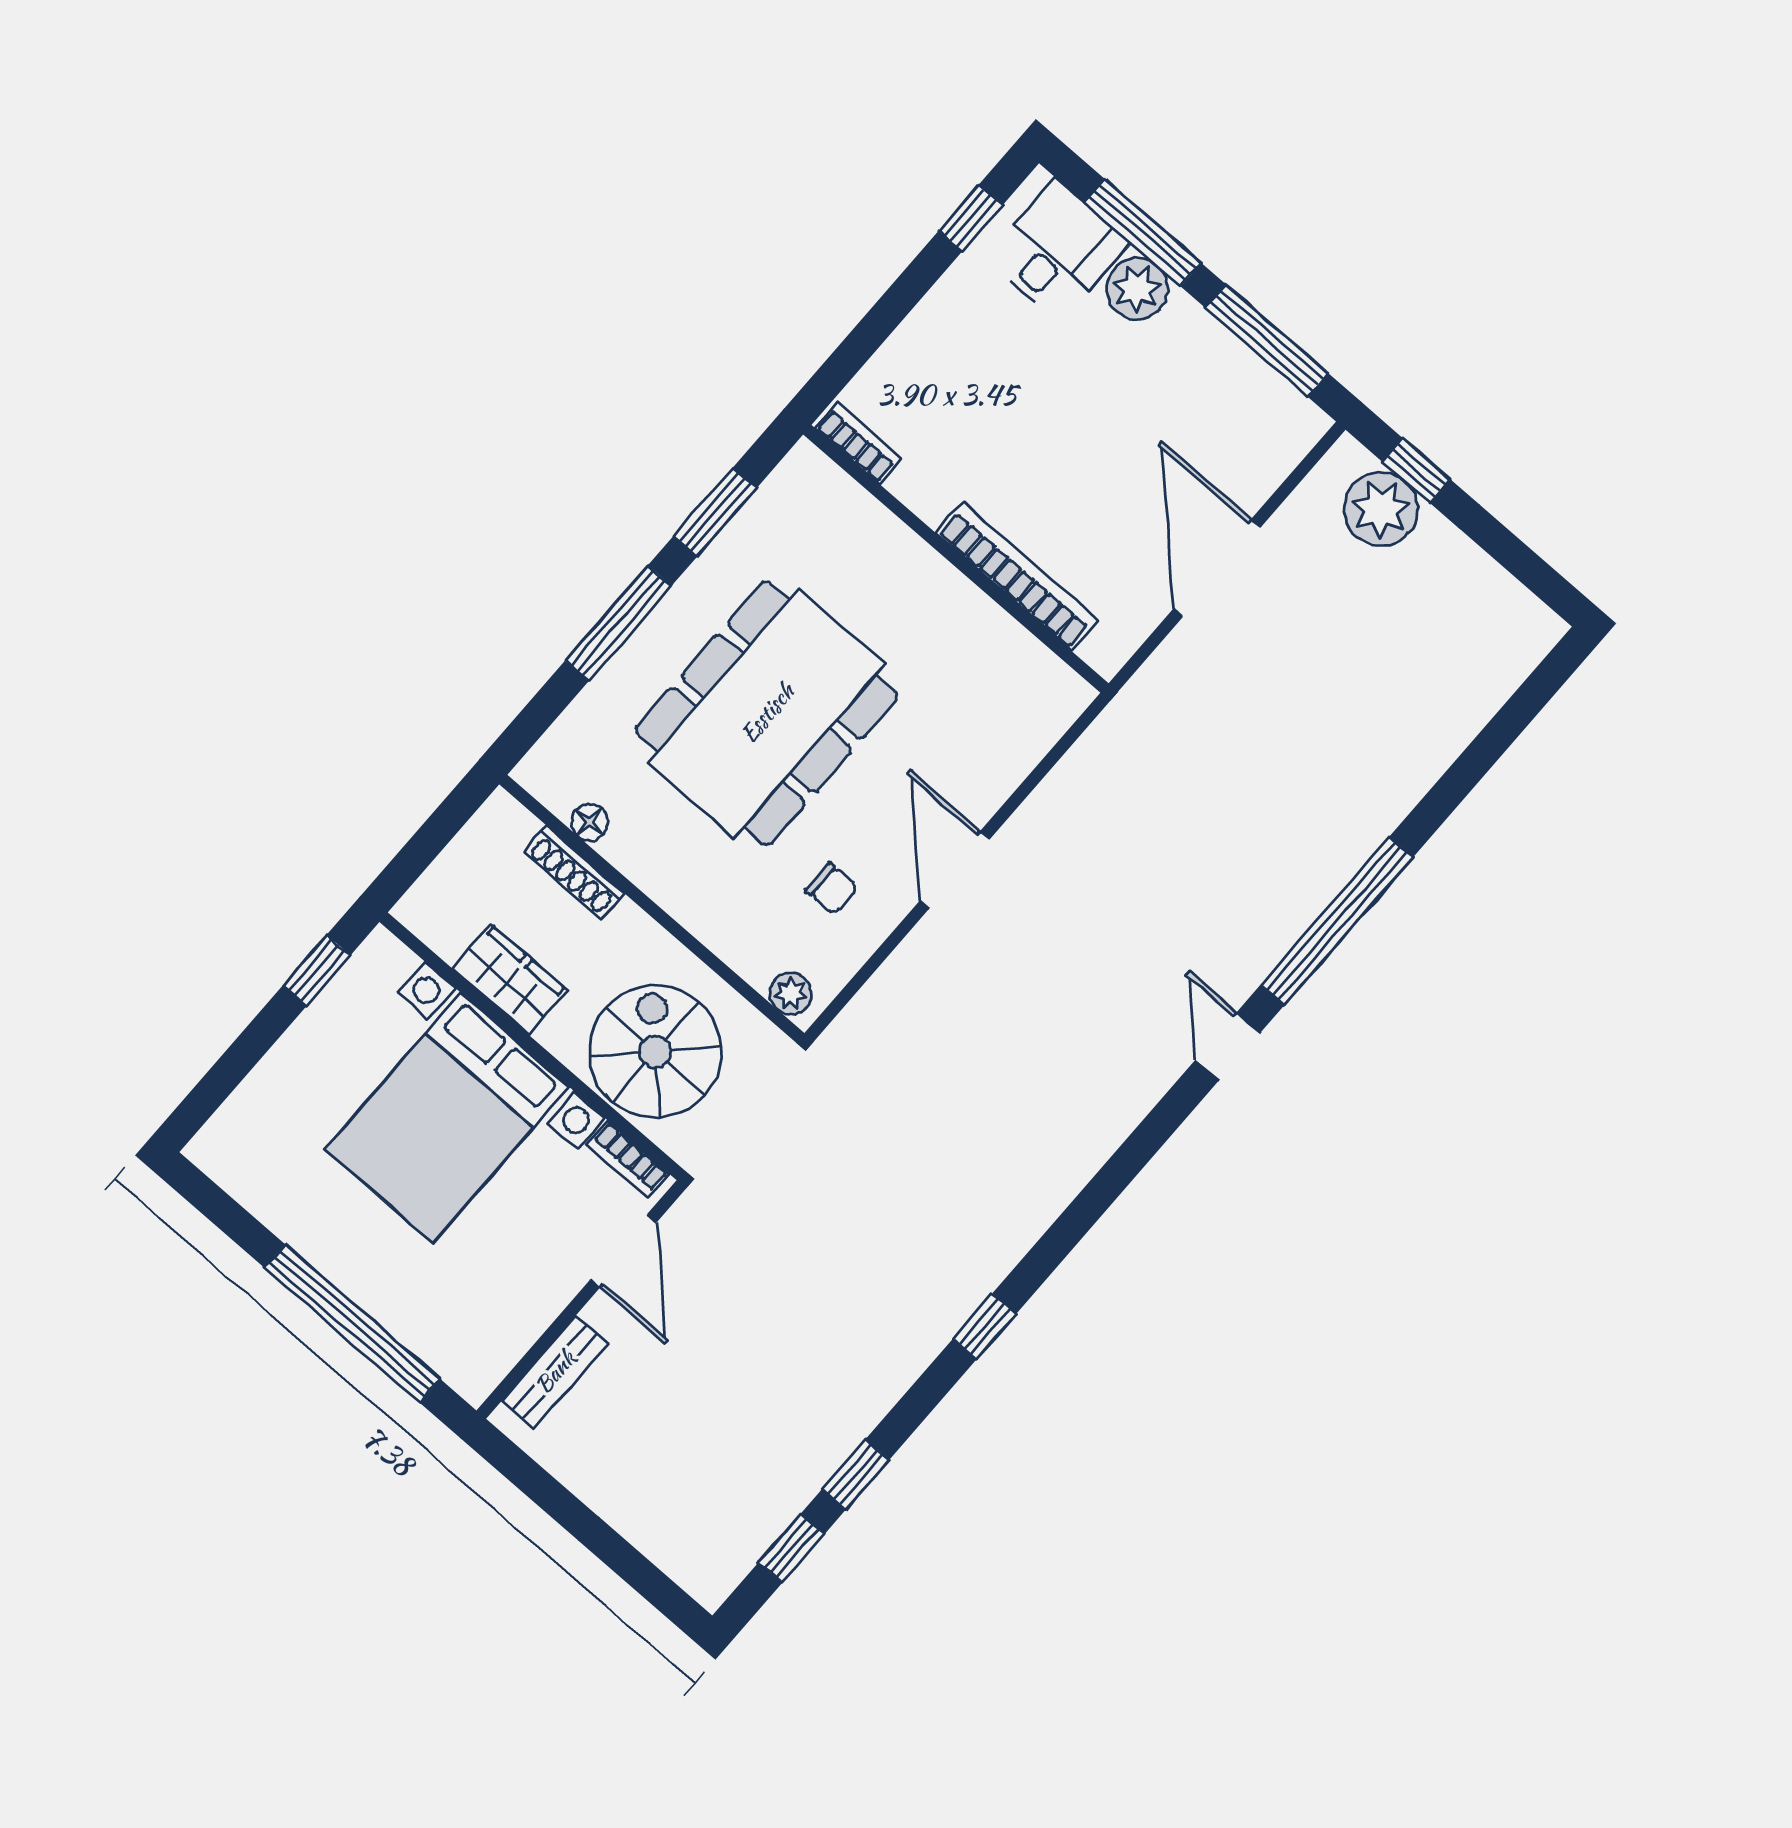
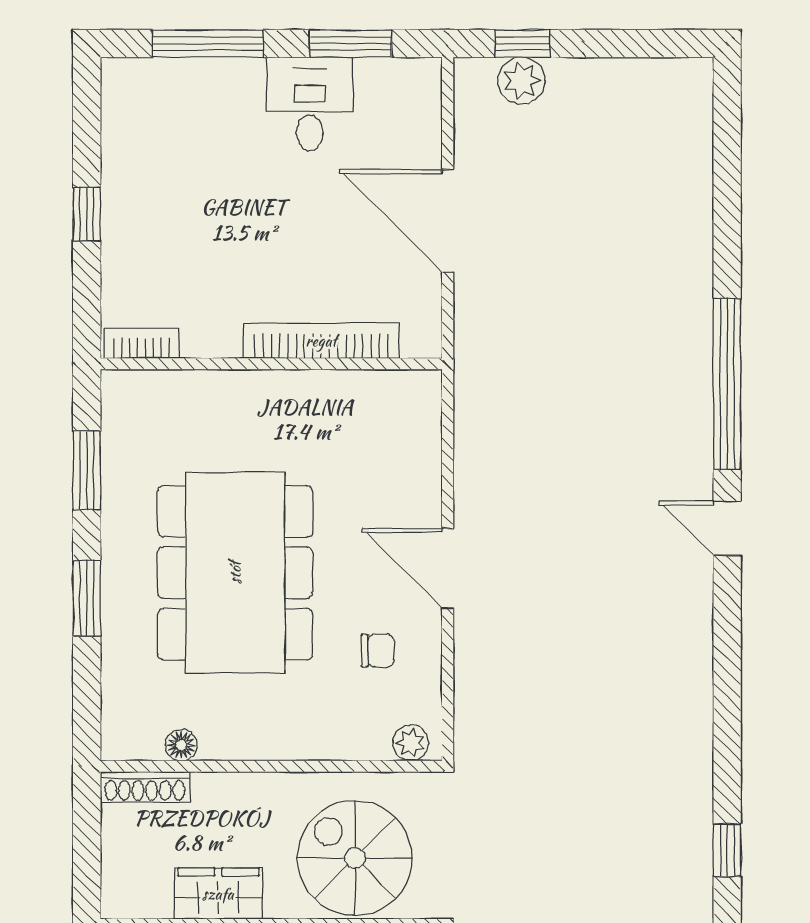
window: (970, 218) -> (87, 214), moved
desk: (1058, 251) -> (310, 104), moved
plant: (1137, 289) -> (236, 84), removed
window: (1267, 340) -> (351, 44), width x0.69
plant: (1381, 509) -> (521, 81), width x0.73, depth x0.73
window: (618, 623) -> (87, 598), width x0.69
shoe rack: (574, 873) -> (145, 787), moved

